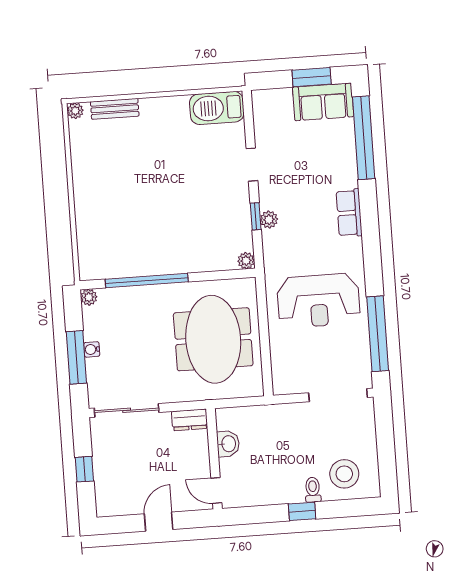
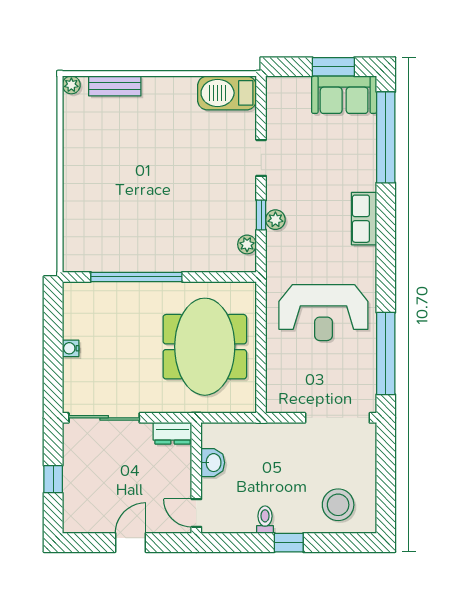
plant: (246, 261) -> (247, 244), moved
plant: (89, 297) -> (72, 291), removed
window: (76, 357) -> (53, 356), removed
toilet: (313, 490) -> (265, 520), moved

